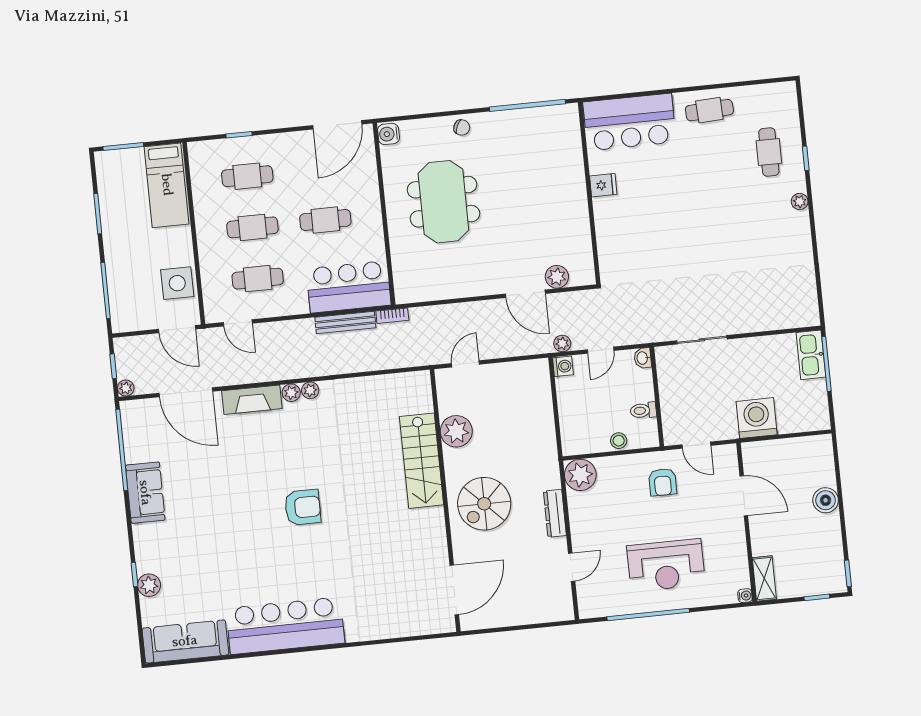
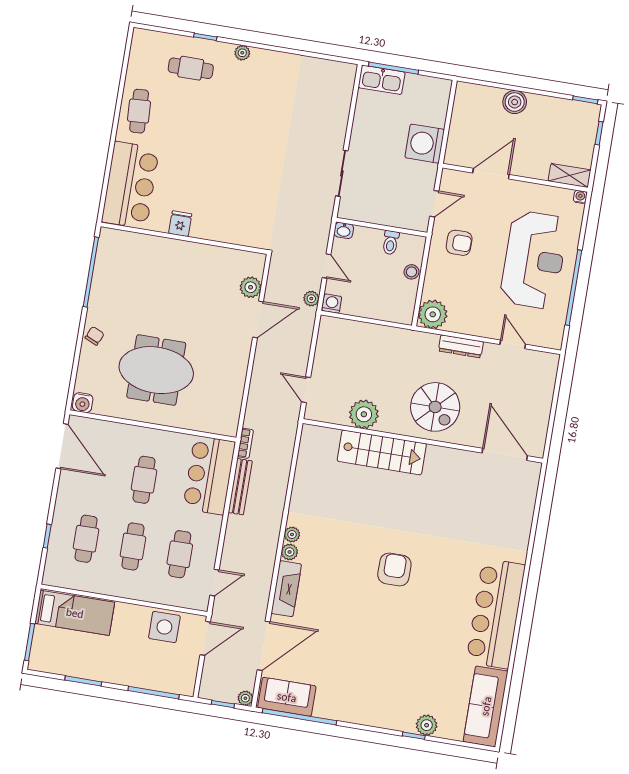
sofa: (145, 493) -> (287, 697), moved
reception desk: (666, 565) -> (534, 260), width x1.36, depth x1.30

